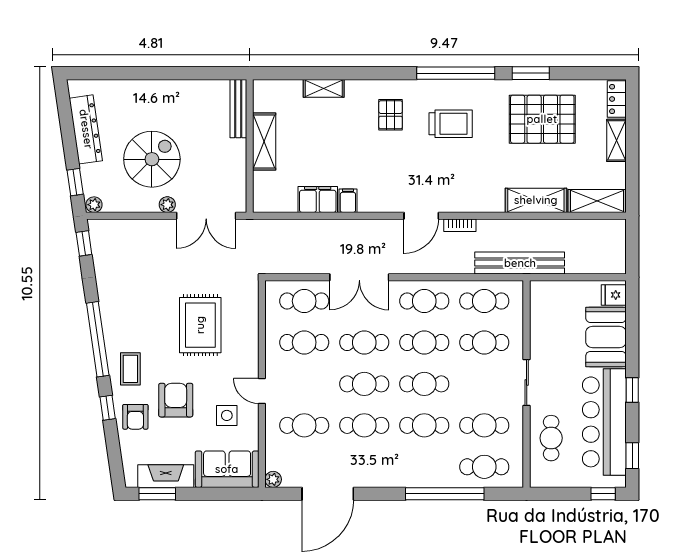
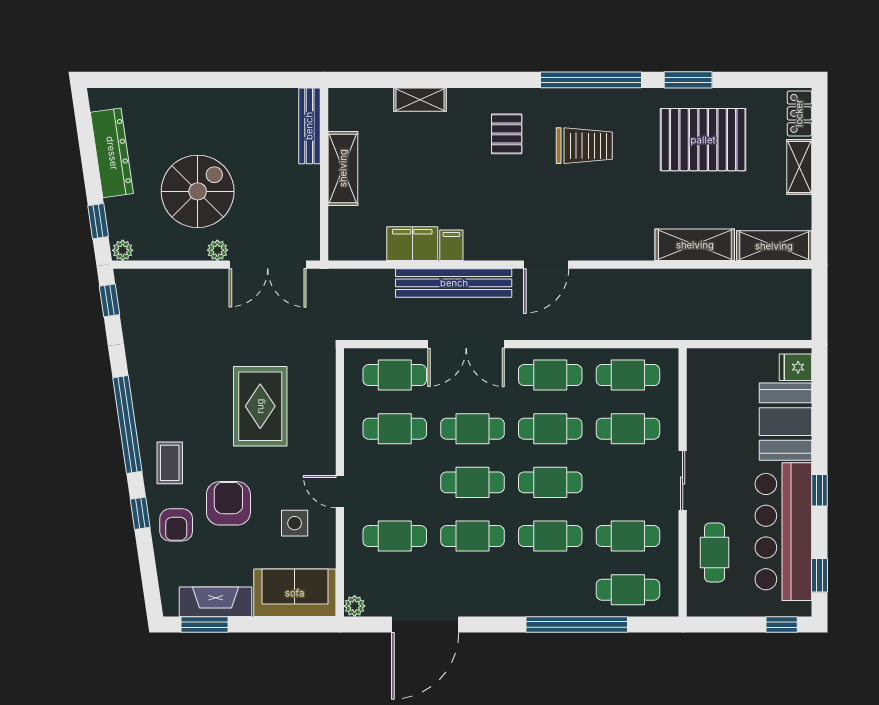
bookcase: (460, 225) -> (596, 277), removed
bench: (520, 263) -> (454, 283), moved

